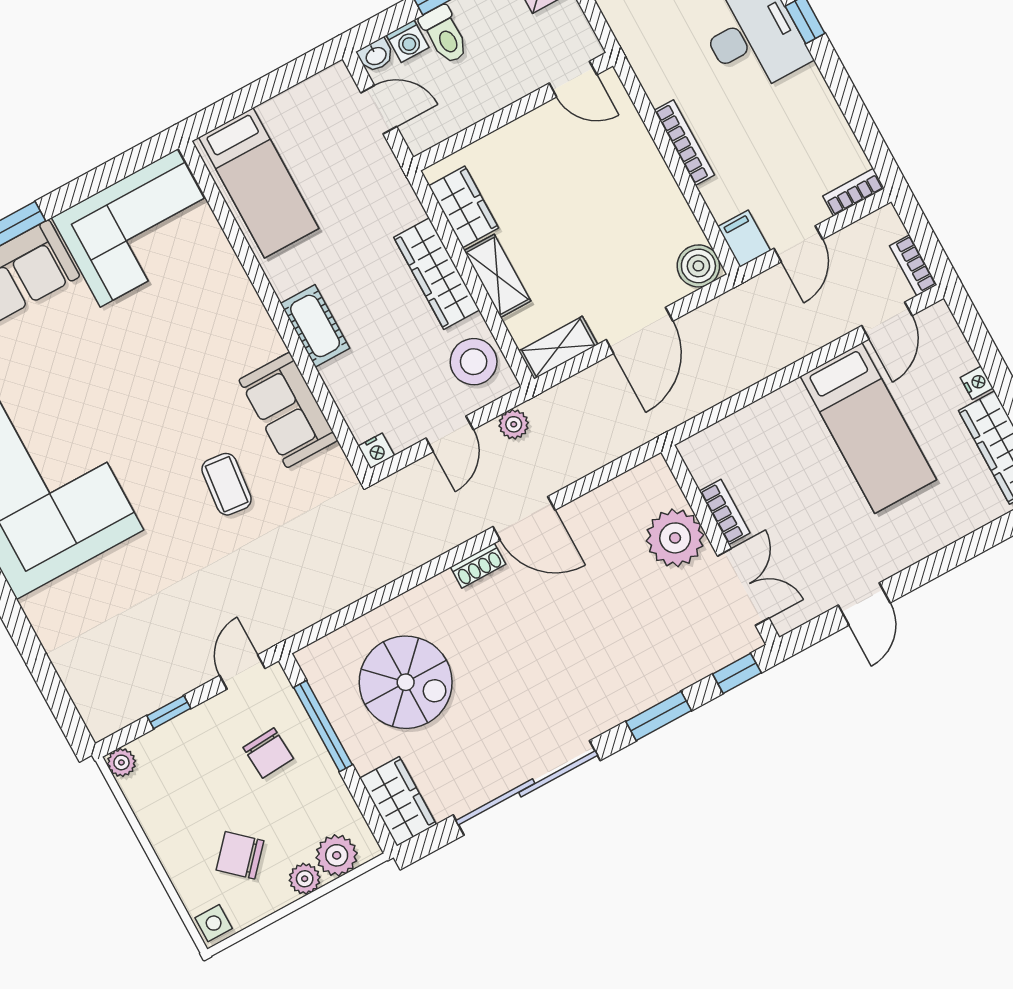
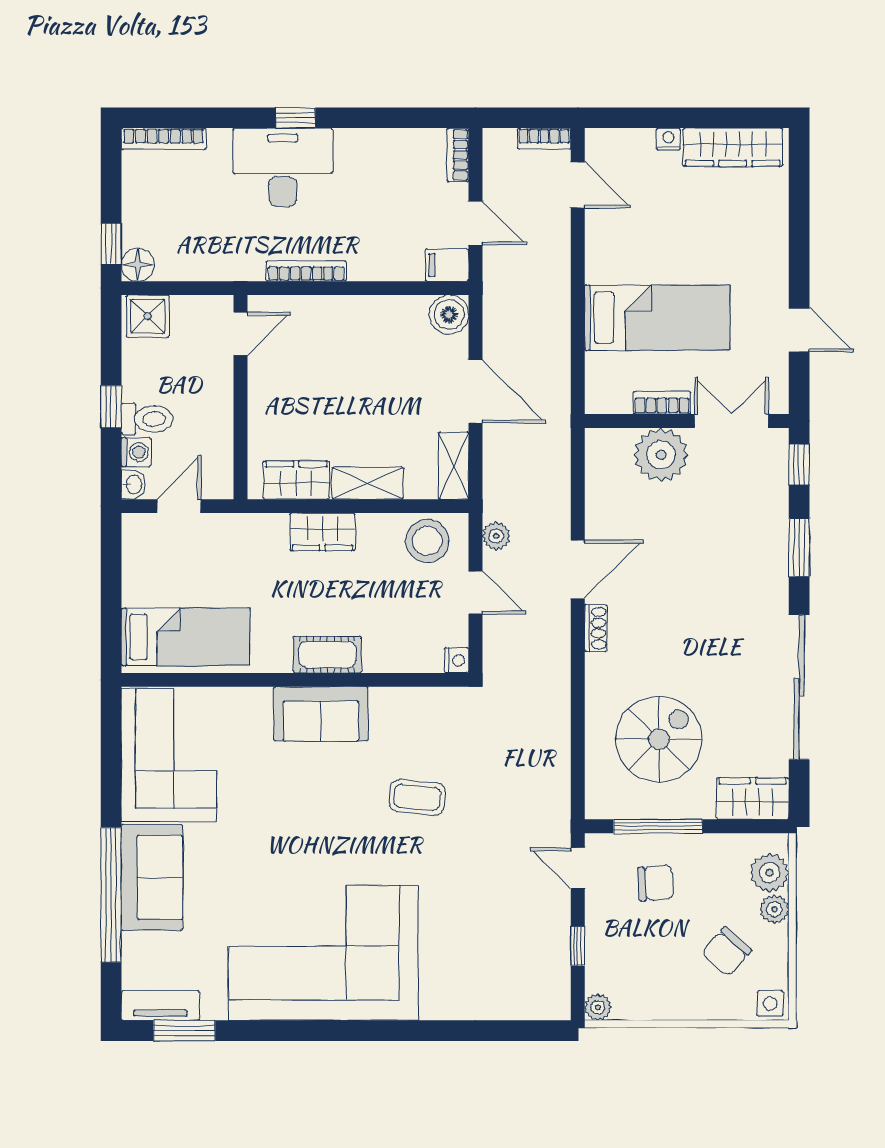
bookcase: (684, 143) -> (306, 271), moved
wardrobe: (437, 274) -> (322, 532), width x0.67
sofa: (288, 410) -> (321, 714), moved
bed: (868, 428) -> (657, 318), moved

